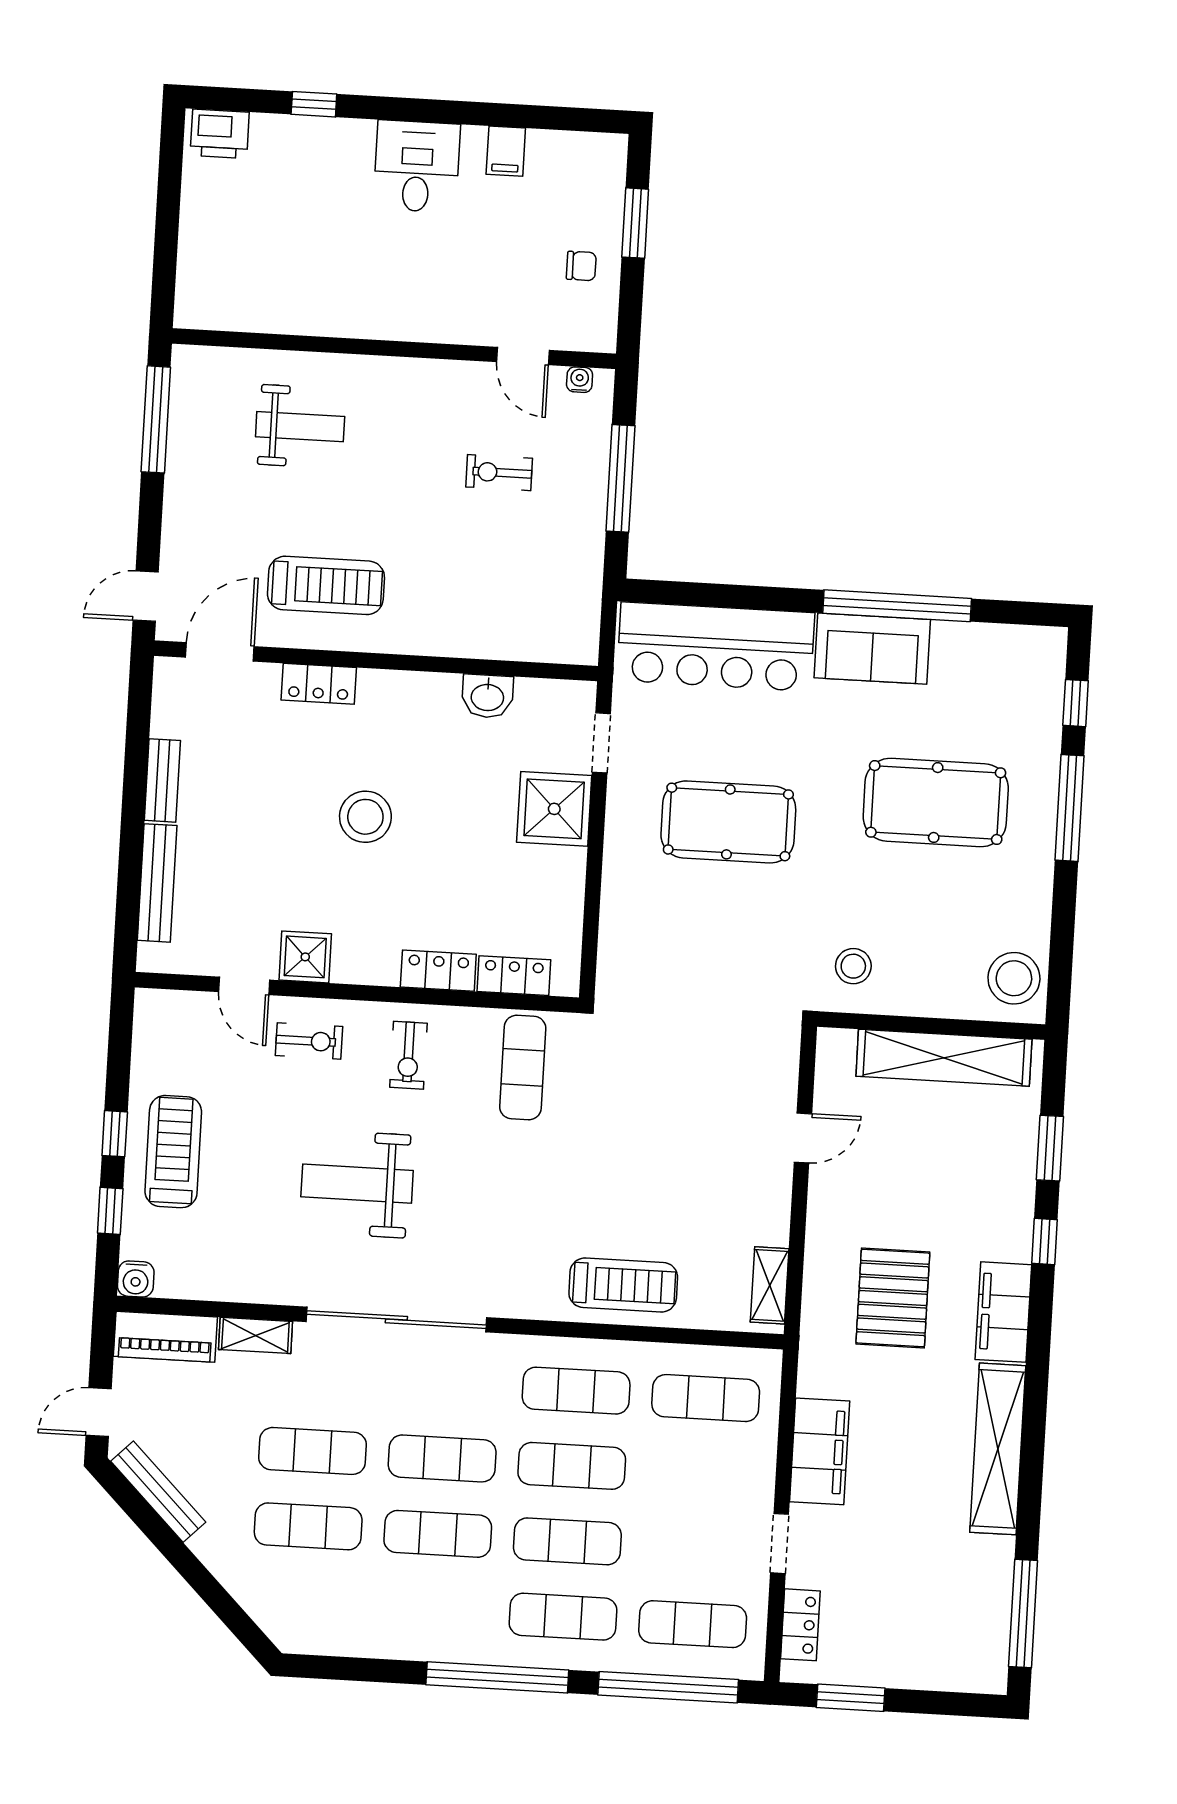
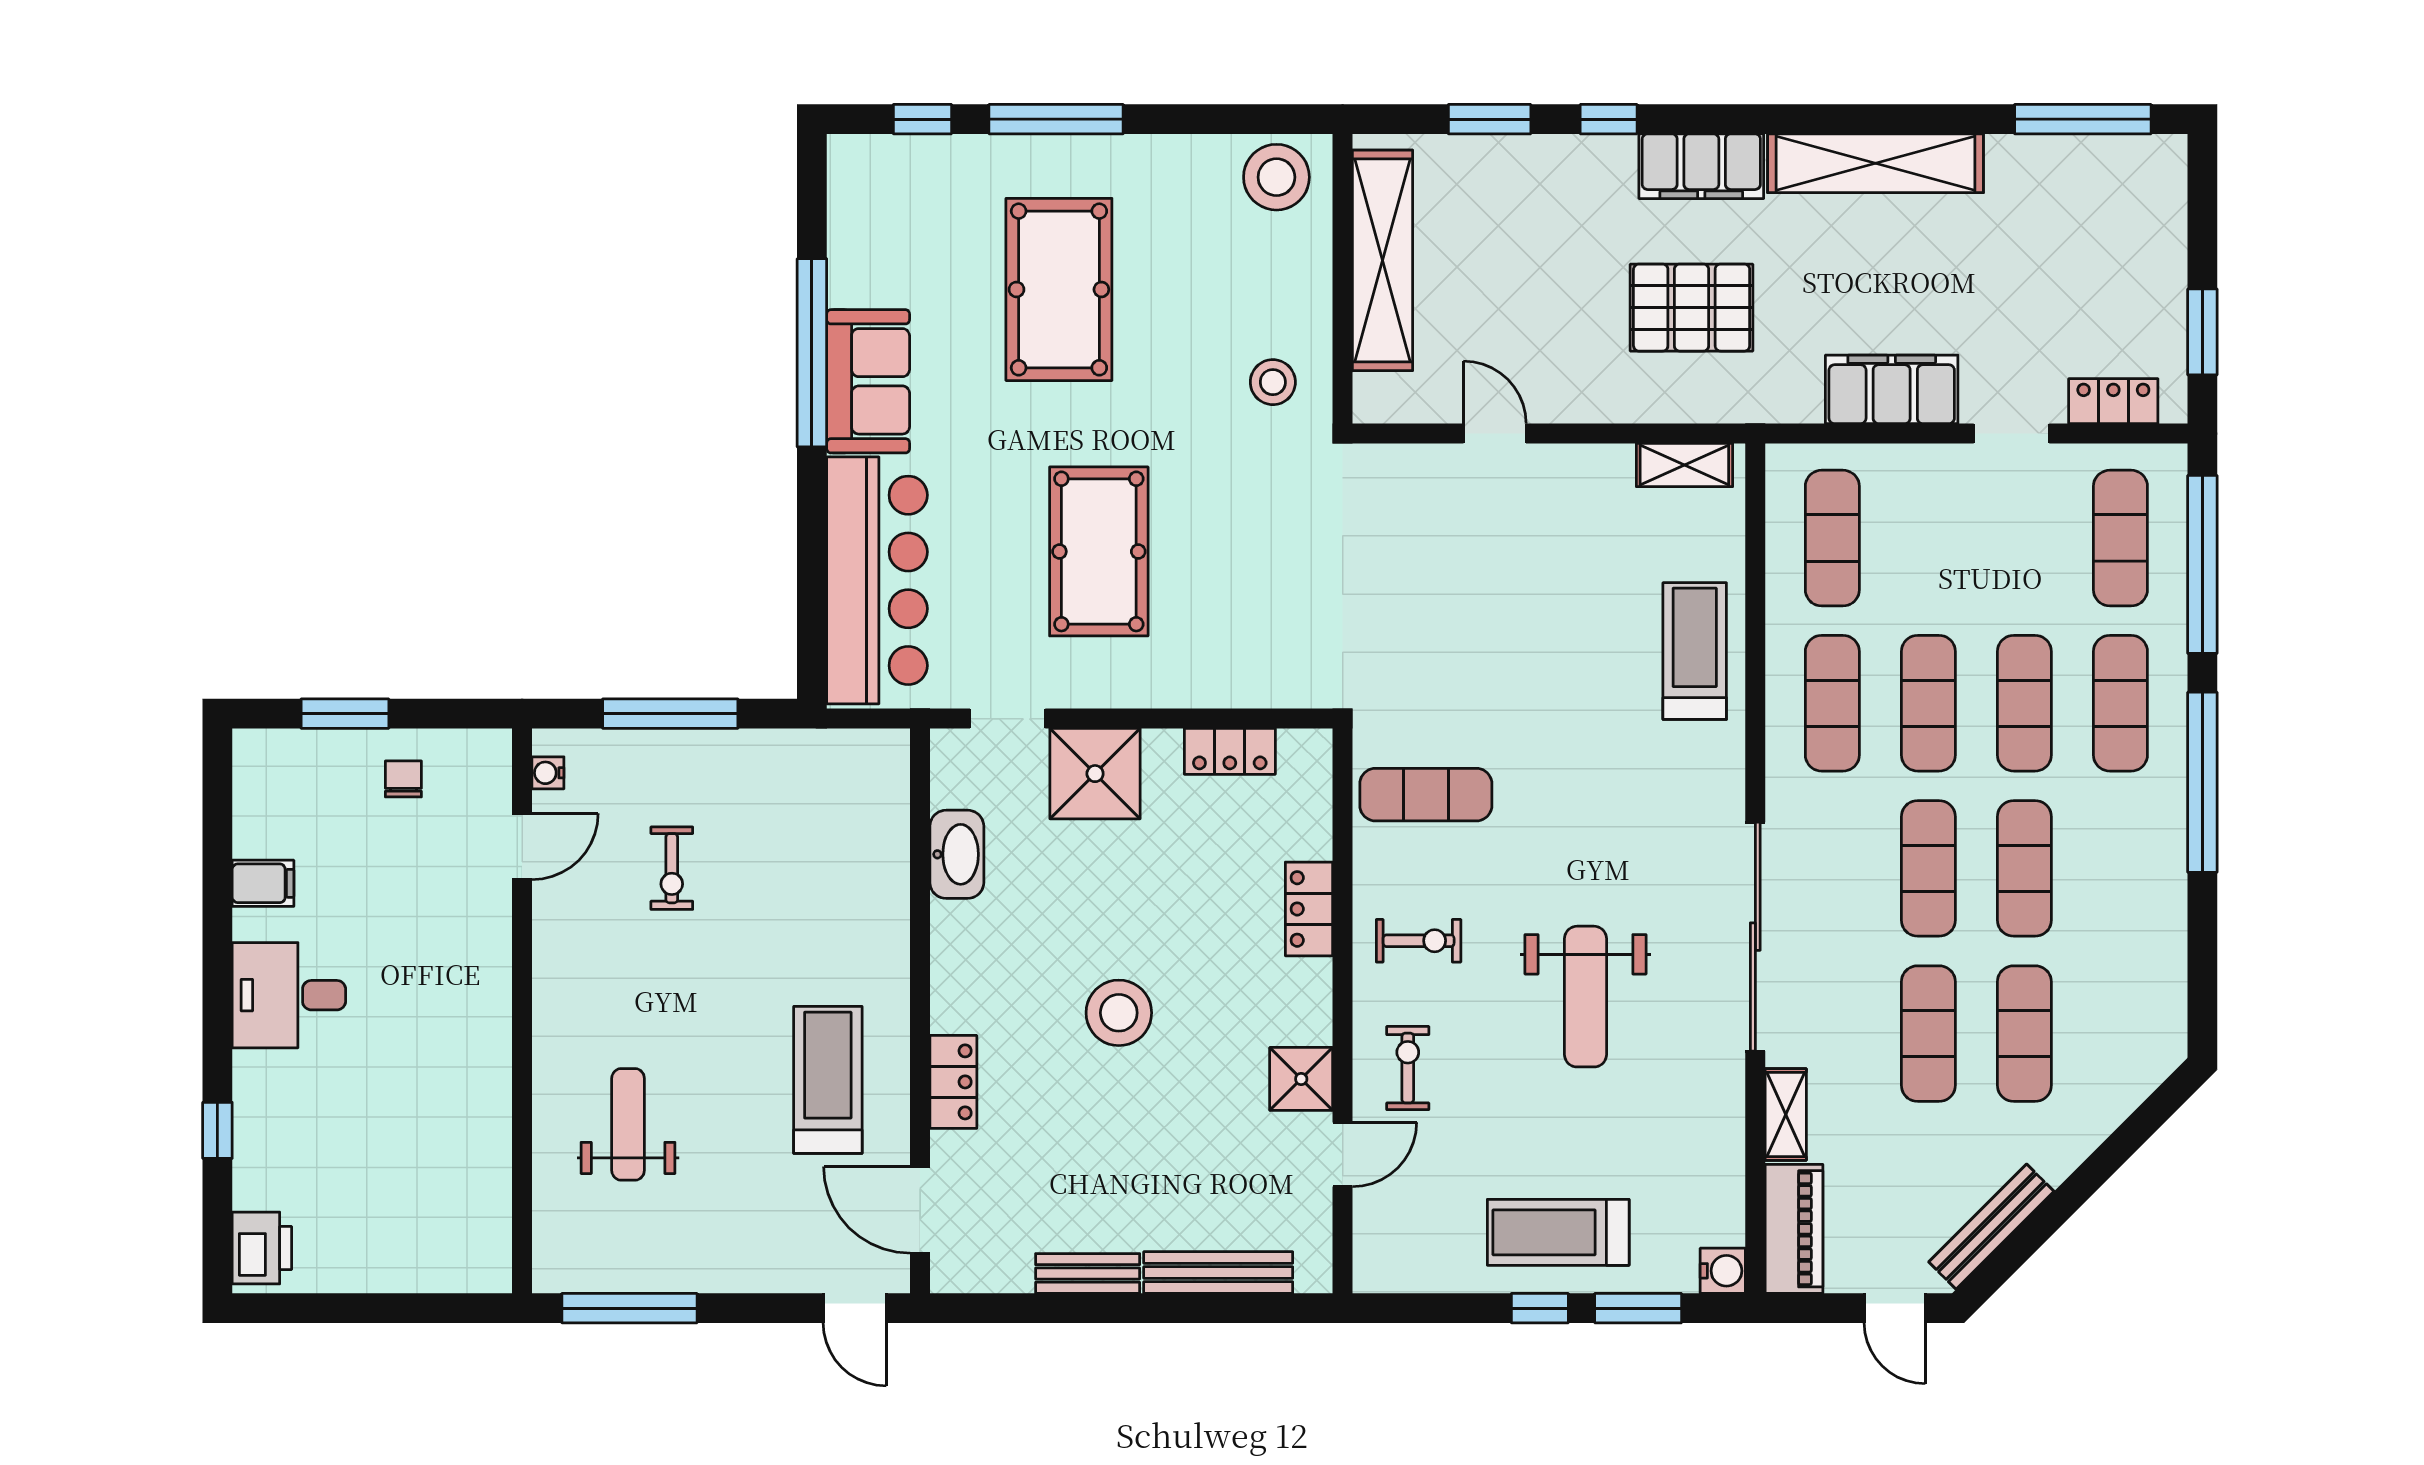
washbasin: (487, 696) -> (957, 854), width x1.38
locker: (514, 976) -> (1230, 751), moved, turned -90
window: (110, 1211) -> (1638, 1308), width x1.50

